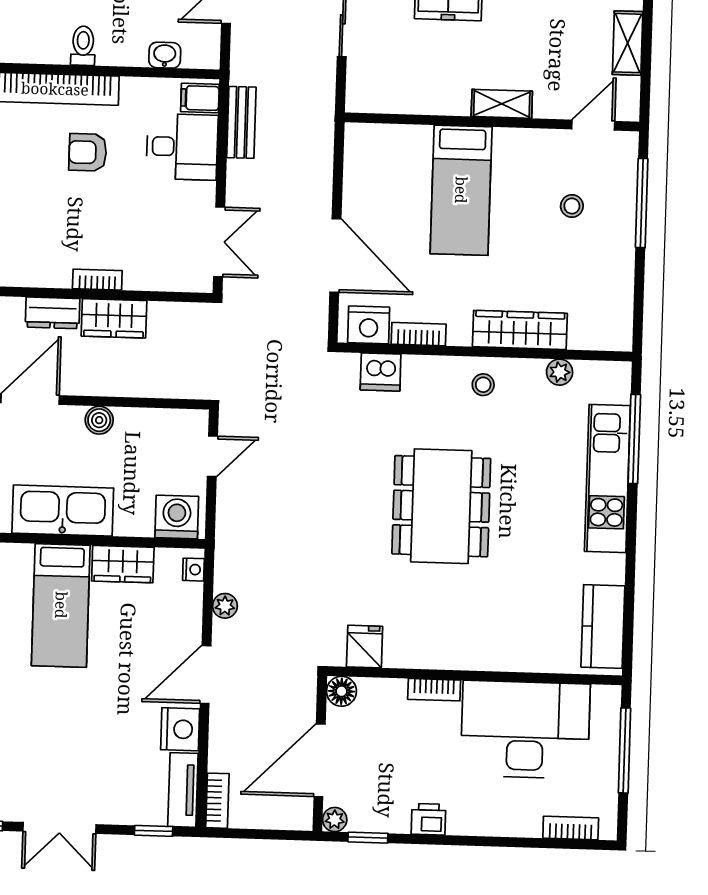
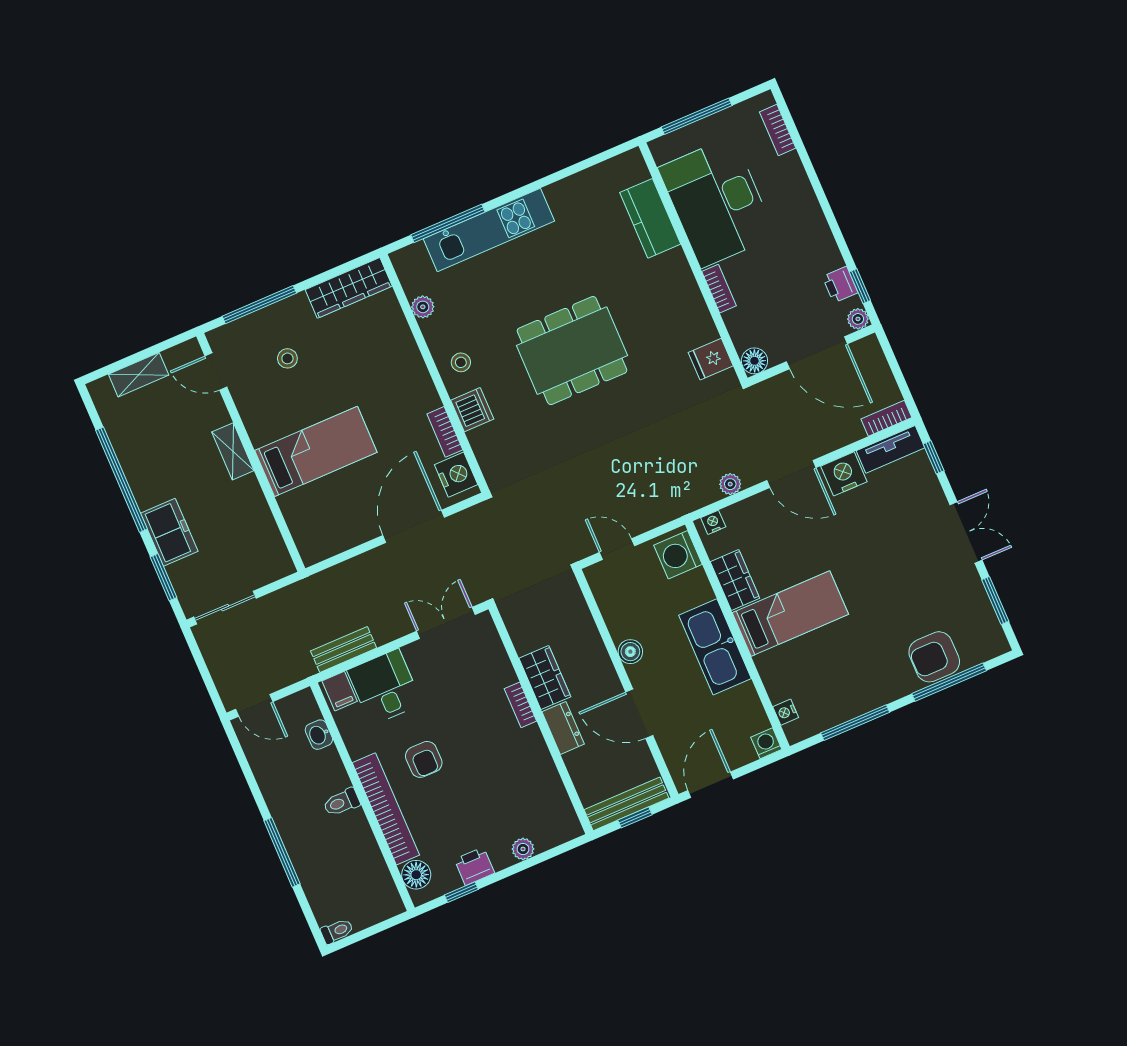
wardrobe: (520, 330) -> (349, 288), moved, turned -90
dishwasher: (381, 372) -> (472, 410), moved
kitchen counter: (603, 626) -> (650, 218), moved, turned 90
printer: (429, 819) -> (840, 285), moved

